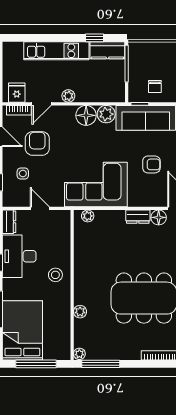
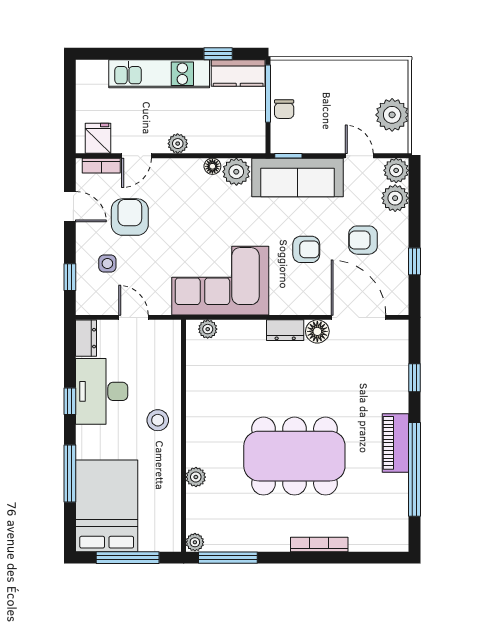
chair: (155, 87) -> (284, 109), moved
floor lamp: (86, 115) -> (212, 166), width x0.53, depth x0.53

